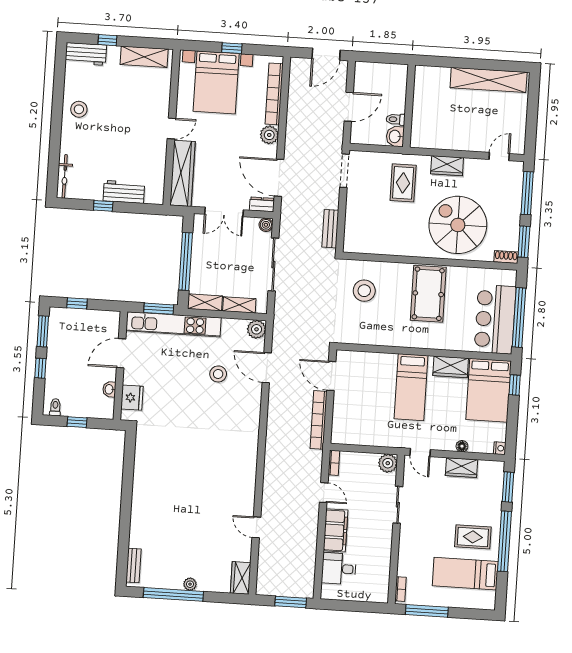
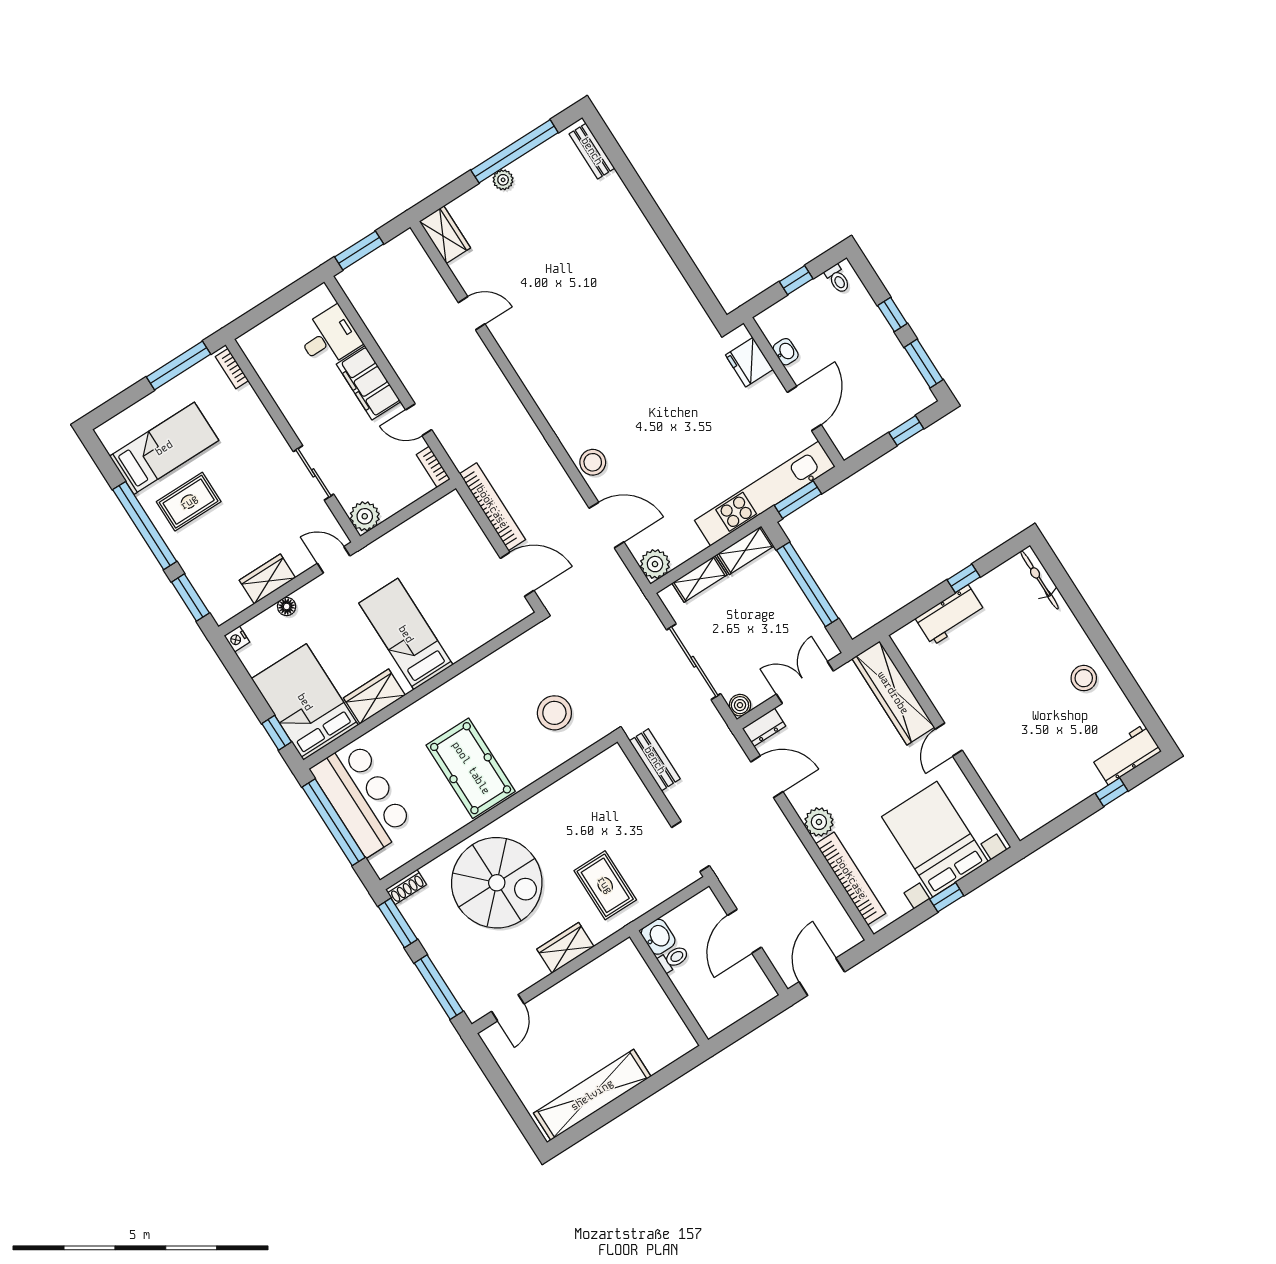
shelving: (144, 57) -> (1050, 805), removed
door: (279, 178) -> (767, 777), width x0.73
stool: (218, 374) -> (593, 462), moved

